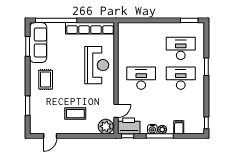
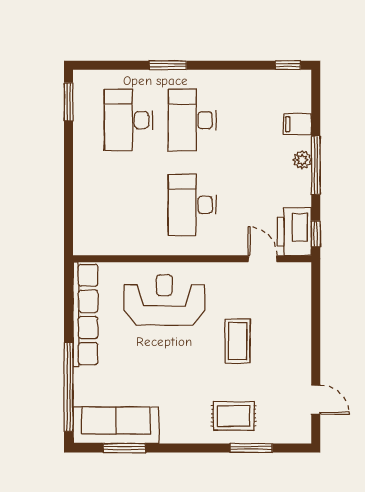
rug: (46, 80) -> (234, 416), moved
coffee table: (75, 114) -> (238, 341), moved
plant: (106, 126) -> (296, 281), removed
water cooler: (152, 129) -> (301, 181), removed

